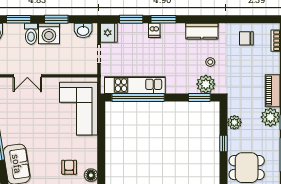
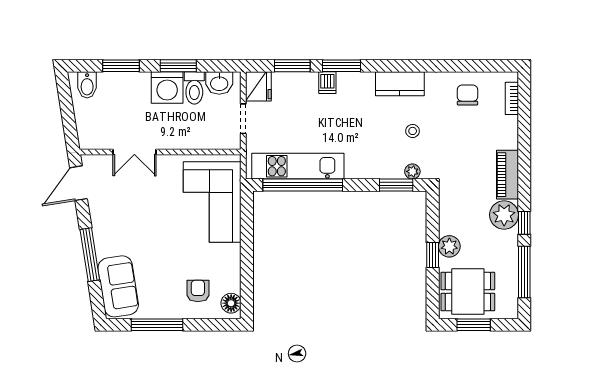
toilet: (31, 34) -> (194, 88), moved
chair: (246, 38) -> (467, 95), turned 90
plant: (206, 84) -> (412, 171), width x0.53, depth x0.53
plant: (234, 122) -> (449, 246), moved

